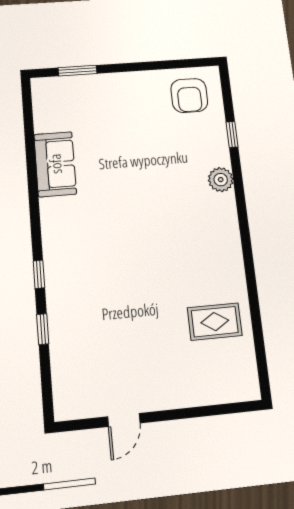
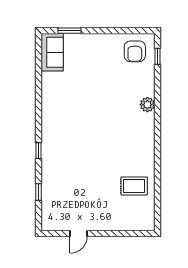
window: (232, 134) -> (158, 56), moved
sofa: (55, 164) -> (52, 52), moved
window: (43, 329) -> (39, 192), moved

